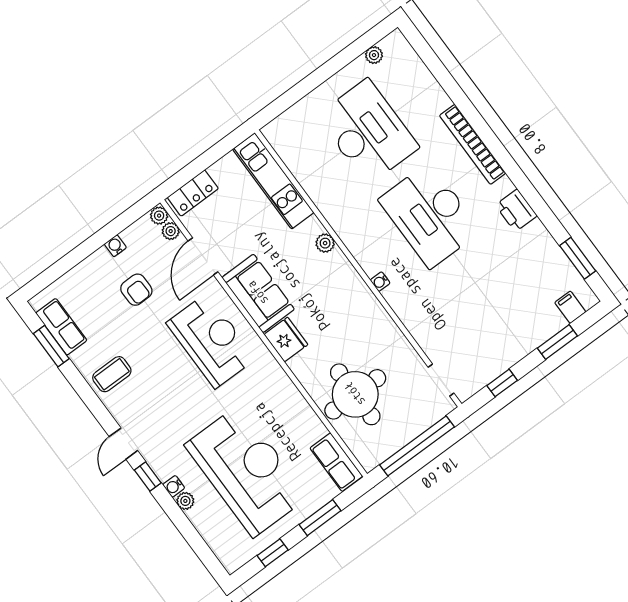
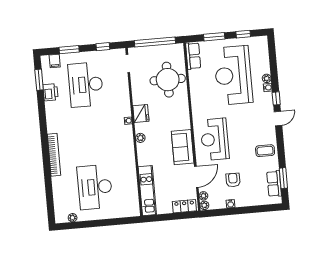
printer: (516, 210) -> (50, 92), moved
desk: (430, 215) -> (86, 85), moved, turned 180
plant: (325, 243) -> (140, 138), moved
fridge: (286, 339) -> (141, 113), moved, turned 180

